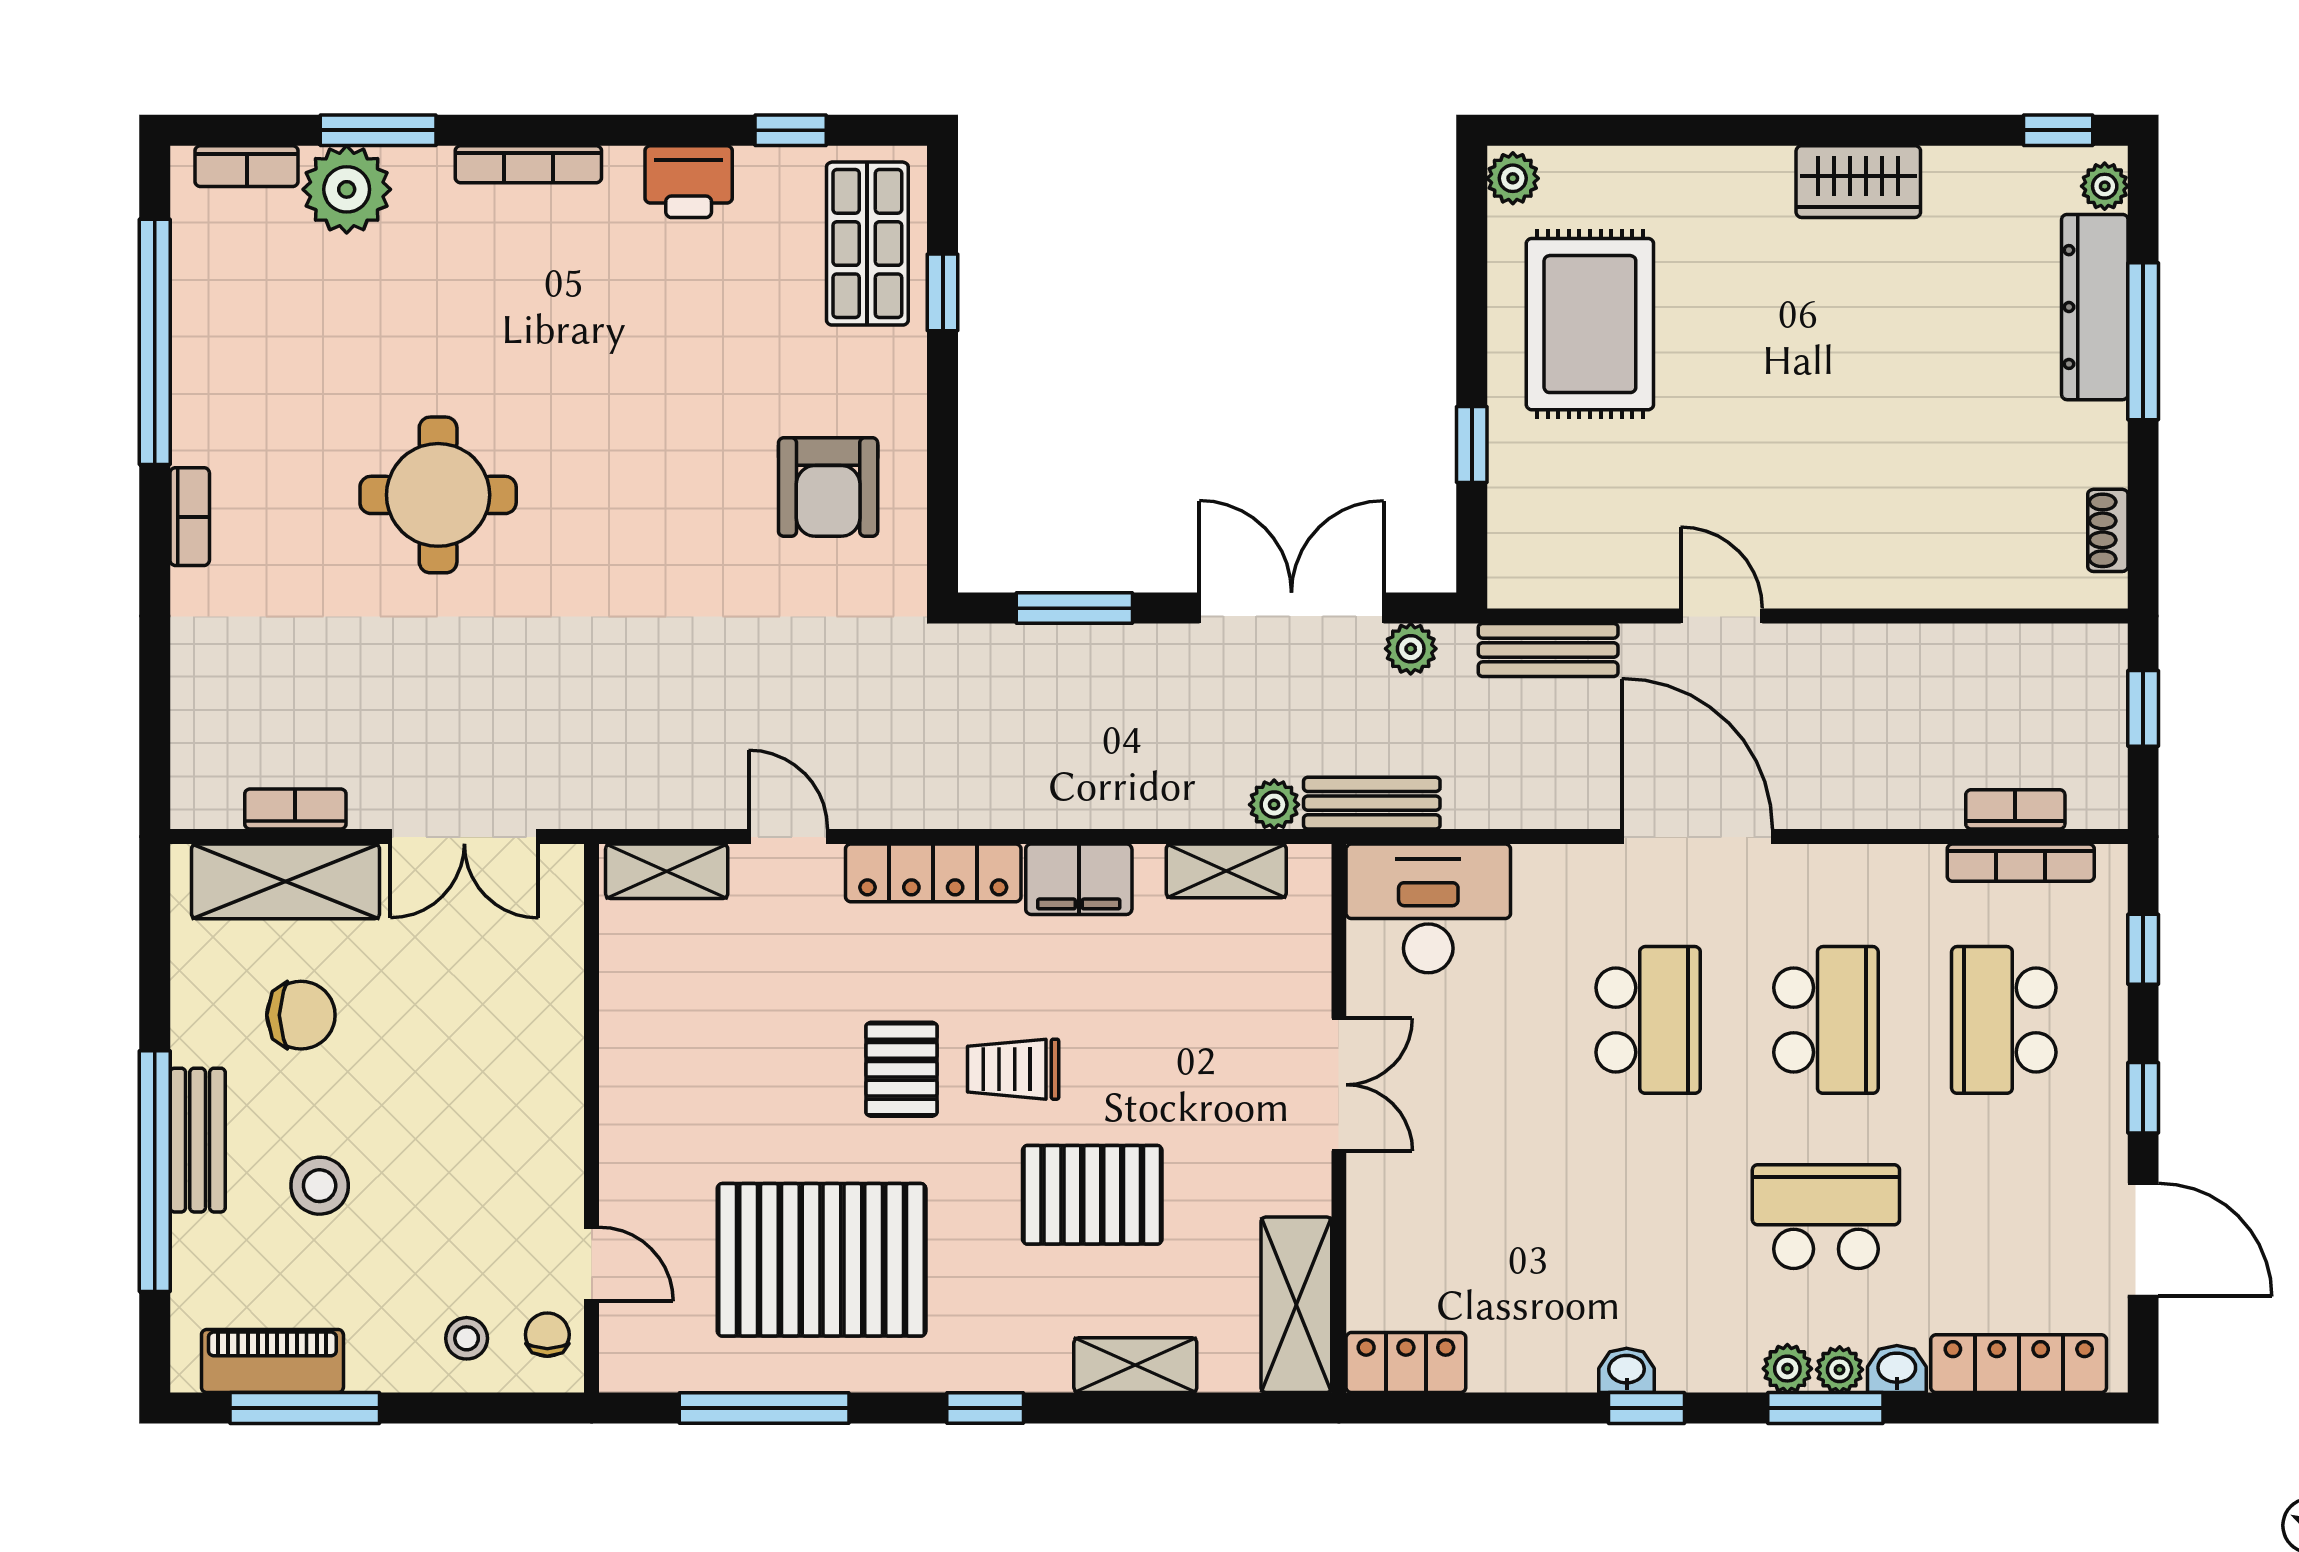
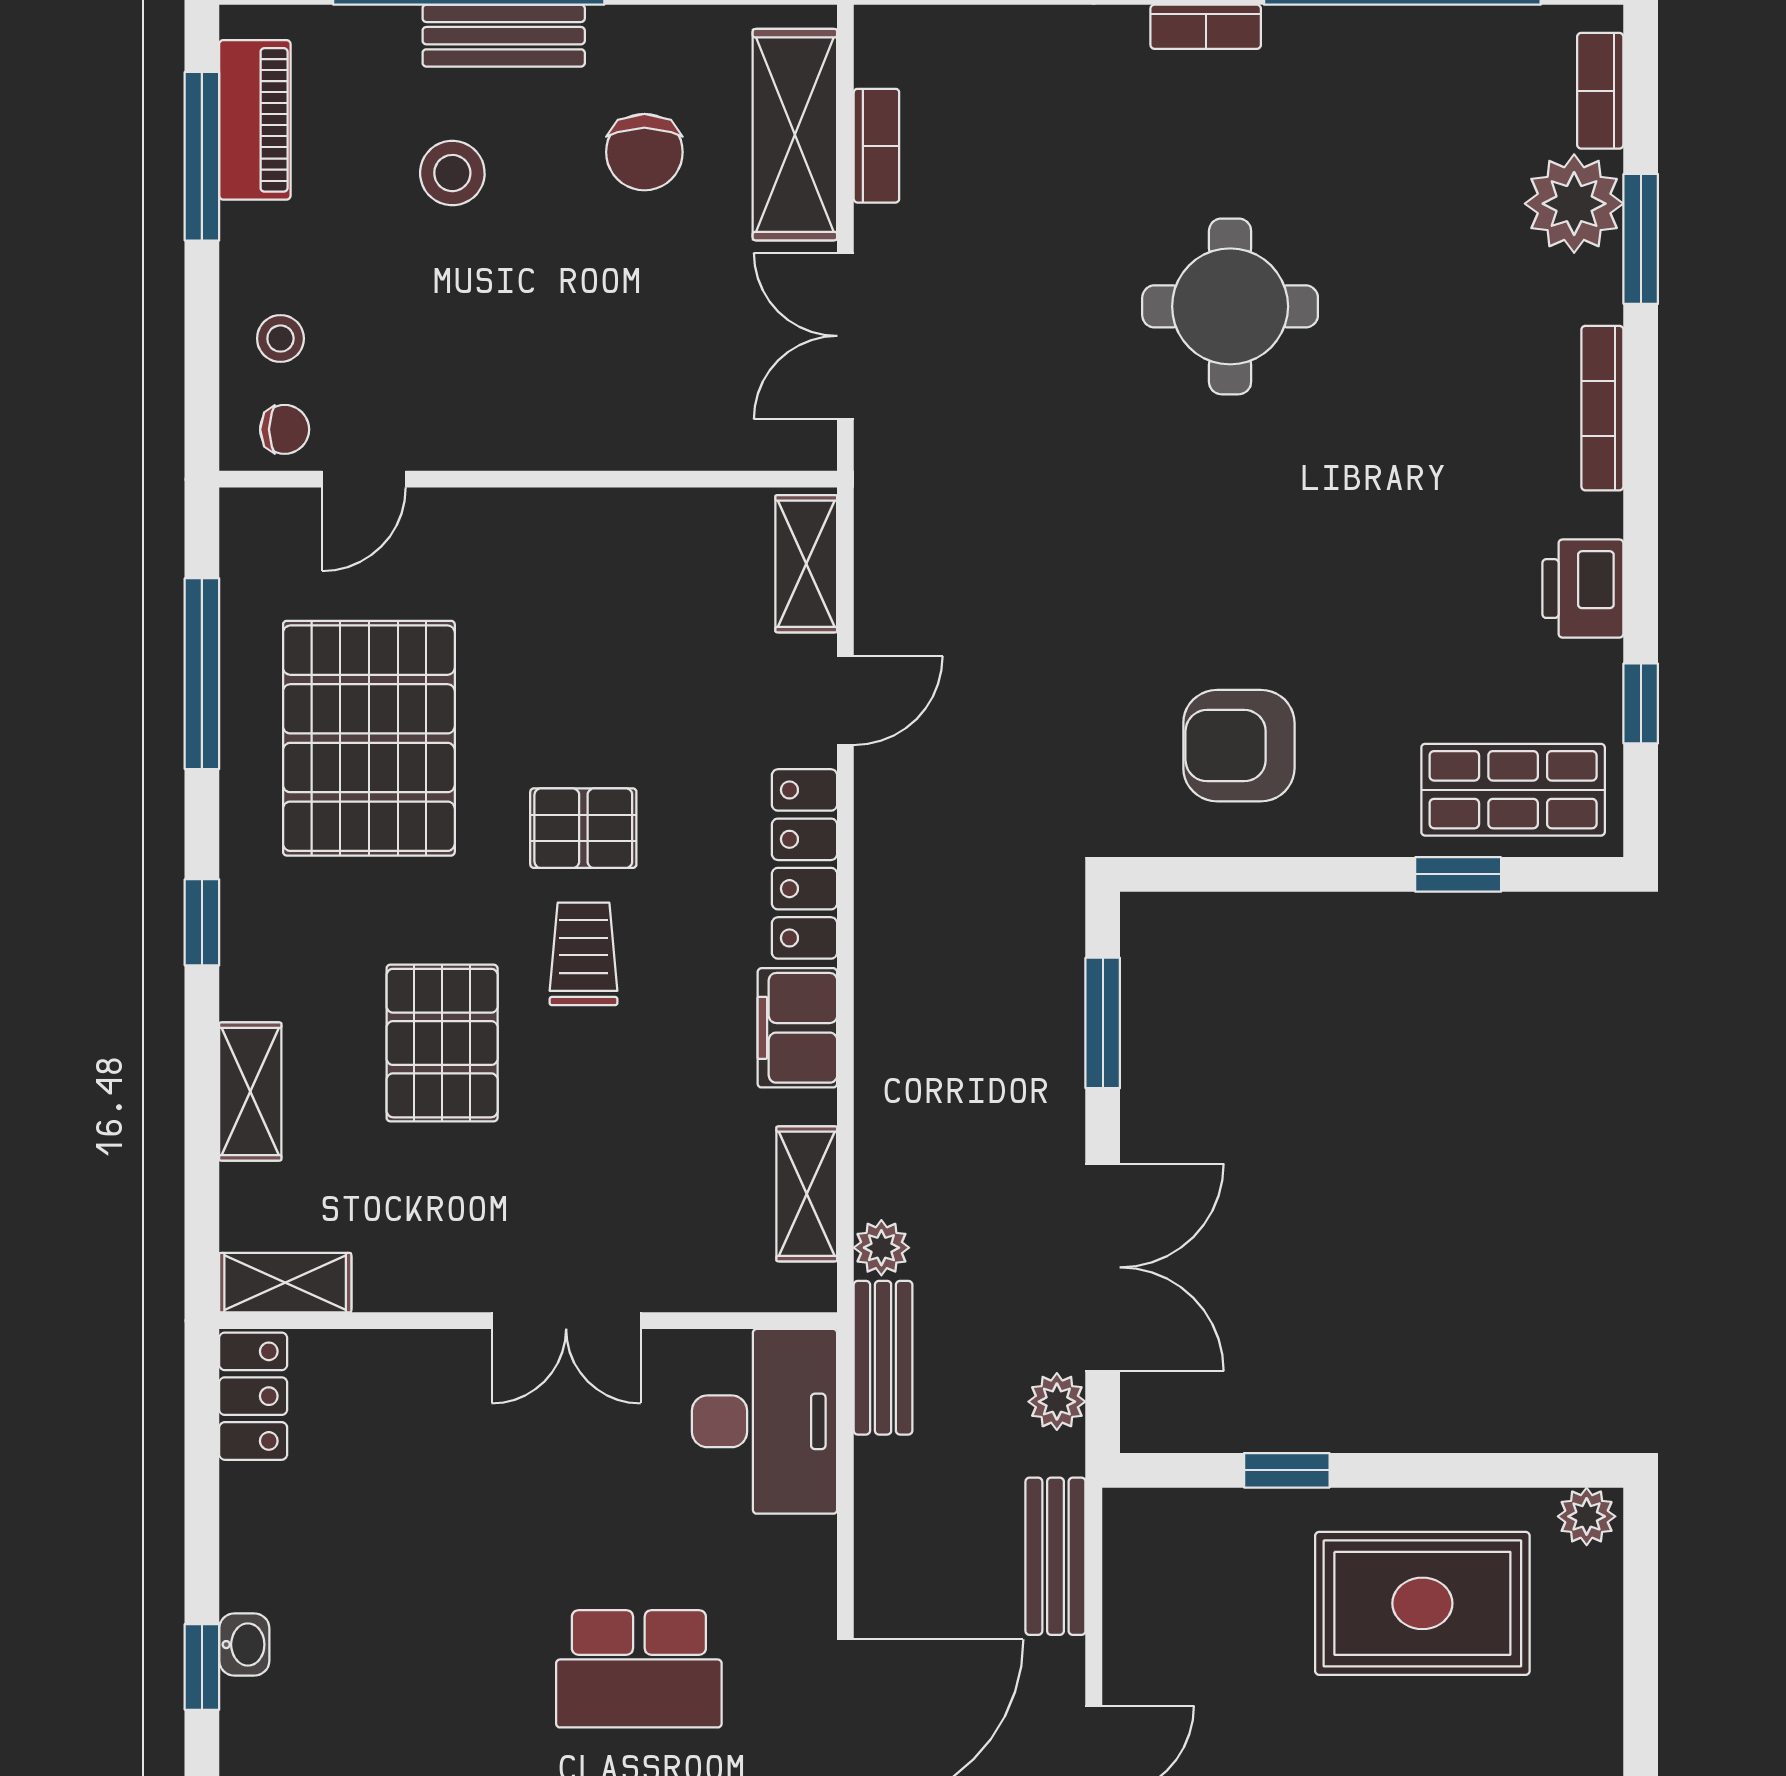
shelving: (1296, 1305) -> (285, 1283), width x0.67, depth x0.75

